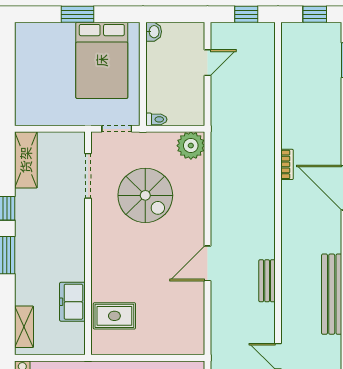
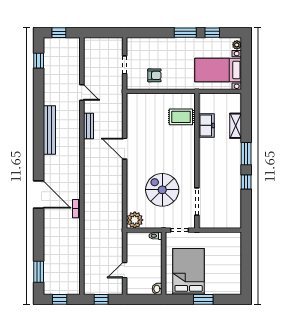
shelving: (26, 160) -> (234, 211), removed
door: (208, 263) -> (125, 149), swing flipped
bench: (267, 281) -> (89, 126), moved
shelving: (24, 327) -> (236, 126), moved

